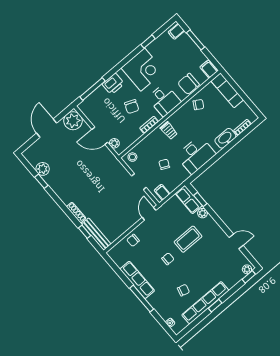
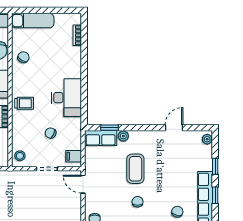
washbasin: (225, 138) -> (74, 59), removed
window: (249, 277) -> (215, 166), moved

